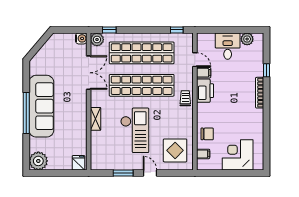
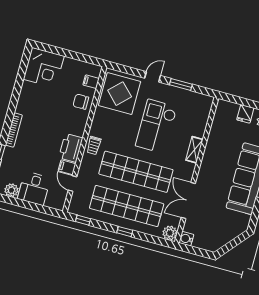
window: (109, 30) -> (125, 232), moved
display table: (175, 150) -> (120, 94), width x1.36, depth x1.36
corner desk: (238, 155) -> (44, 68), moved
fridge: (78, 163) -> (245, 114), moved
door: (150, 173) -> (153, 77), swing flipped

